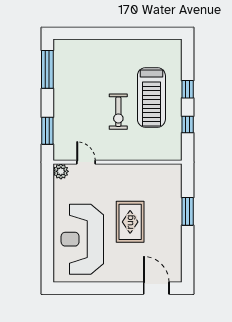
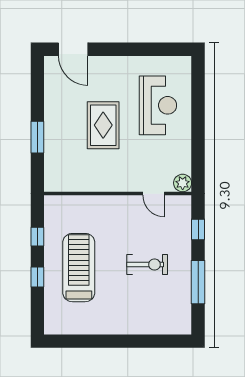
window: (47, 69) -> (198, 282), moved
exercise bike: (118, 112) -> (147, 265), moved, turned 90
window: (47, 131) -> (198, 230), width x0.67
reception desk: (82, 239) -> (158, 105), width x0.74, depth x0.77

